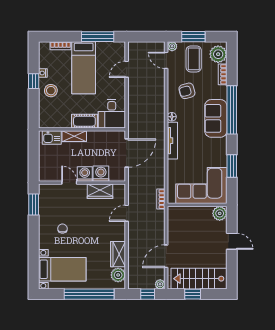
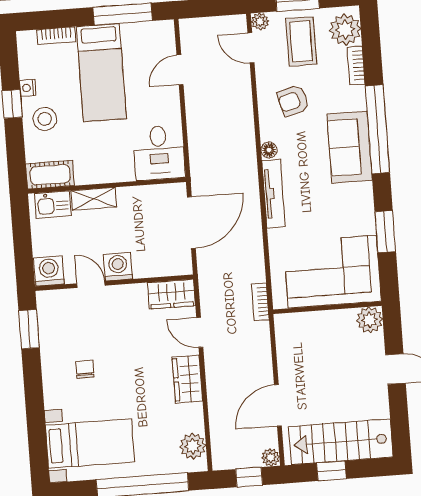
cot: (84, 121) -> (50, 175), moved
washing machine: (101, 174) -> (49, 271), moved
wardrobe: (100, 191) -> (171, 294), moved
door: (127, 213) -> (200, 332), hinge flipped
wardrobe: (118, 254) -> (187, 379), moved

